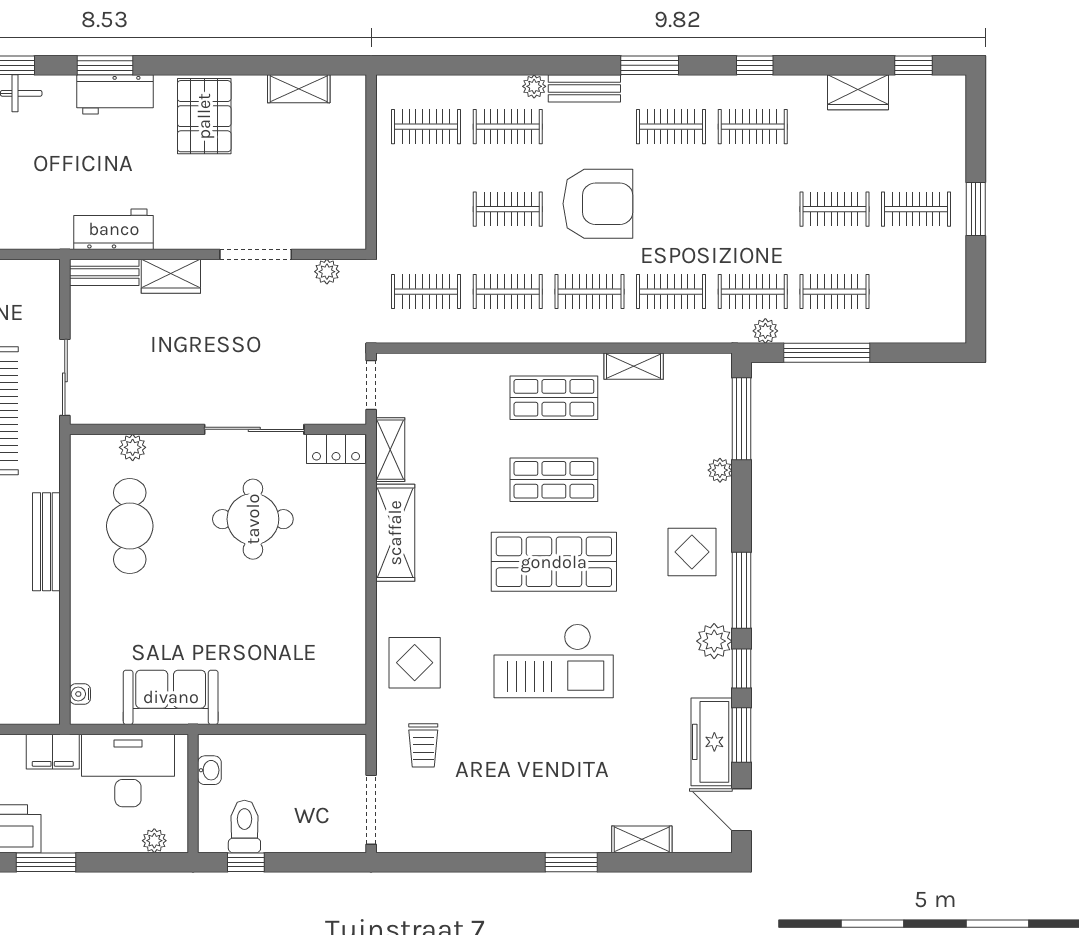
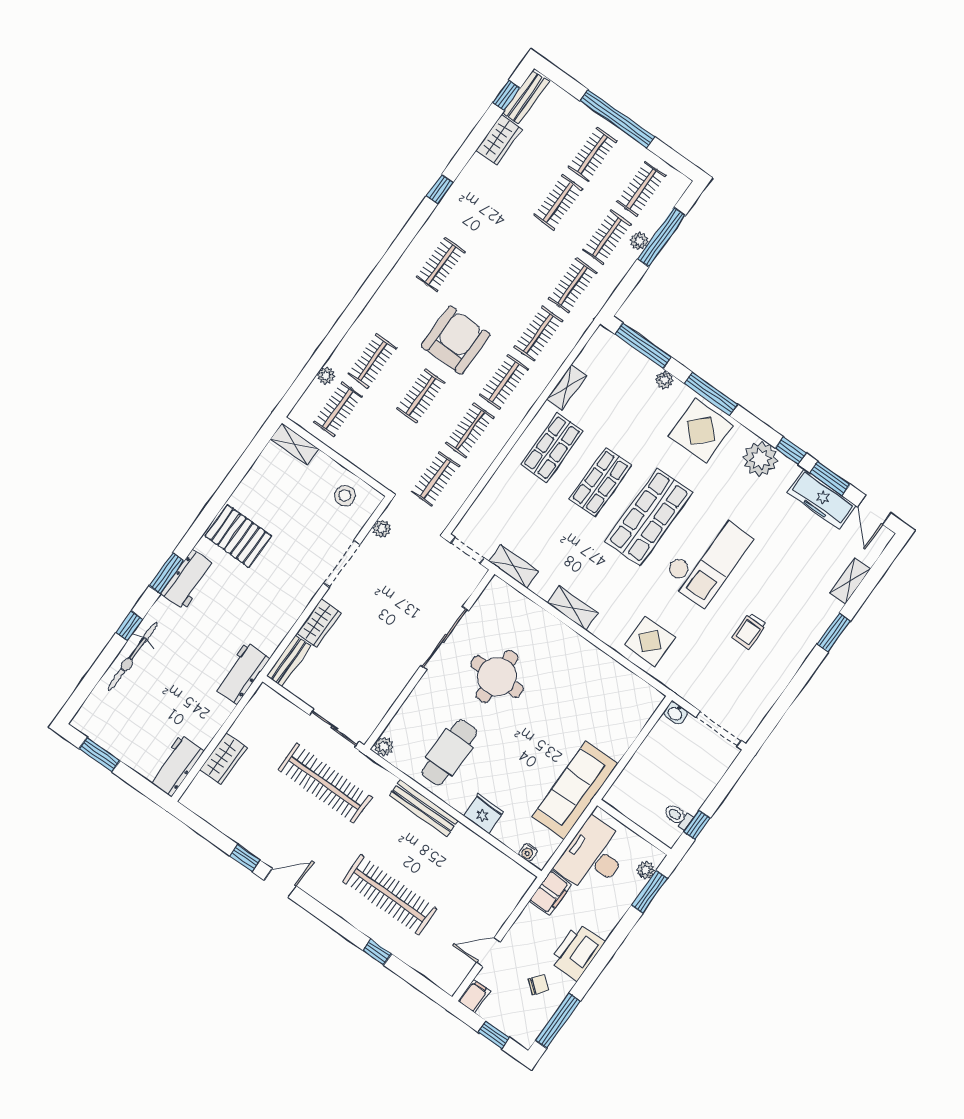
window: (650, 65) -> (396, 251), removed
plant: (534, 86) -> (326, 375), moved
bench: (584, 88) -> (526, 97), moved
shelving: (299, 89) -> (295, 444), moved, turned 90
clothes rail: (753, 127) -> (641, 189), moved
stool: (335, 204) -> (345, 496), added
window: (976, 209) -> (617, 119), width x2.11
workbench: (114, 229) -> (242, 673), moved
plant: (765, 331) -> (639, 241), moved
window: (827, 353) -> (661, 237), moved
plant: (133, 447) -> (384, 747), moved
locker: (336, 449) -> (490, 598), removed
cafe table: (130, 526) -> (449, 752), turned 90
shelving: (395, 533) -> (572, 608), width x0.67, depth x0.75
display table: (692, 552) -> (701, 431), width x1.36, depth x1.36
window: (741, 590) -> (711, 394), moved
fridge: (88, 614) -> (484, 814), added
plant: (714, 641) -> (760, 459), width x1.36, depth x1.36
sofa: (171, 697) -> (575, 790), width x1.36
trolley: (423, 745) -> (749, 631), moved, turned 90
washbasin: (209, 770) -> (676, 713), moved, turned 180
door: (741, 810) -> (874, 510), hinge flipped
toilet: (244, 826) -> (678, 816), width x0.73, depth x0.72
window: (46, 862) -> (649, 892), moved

